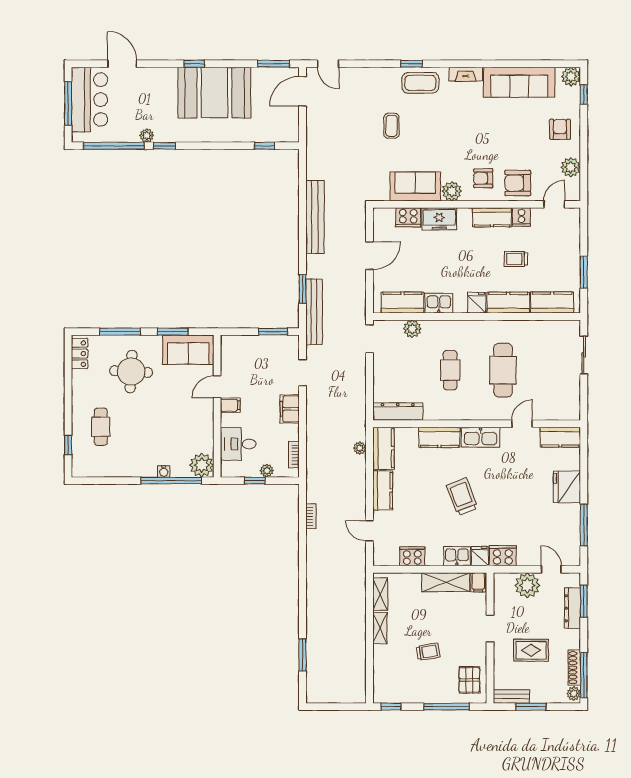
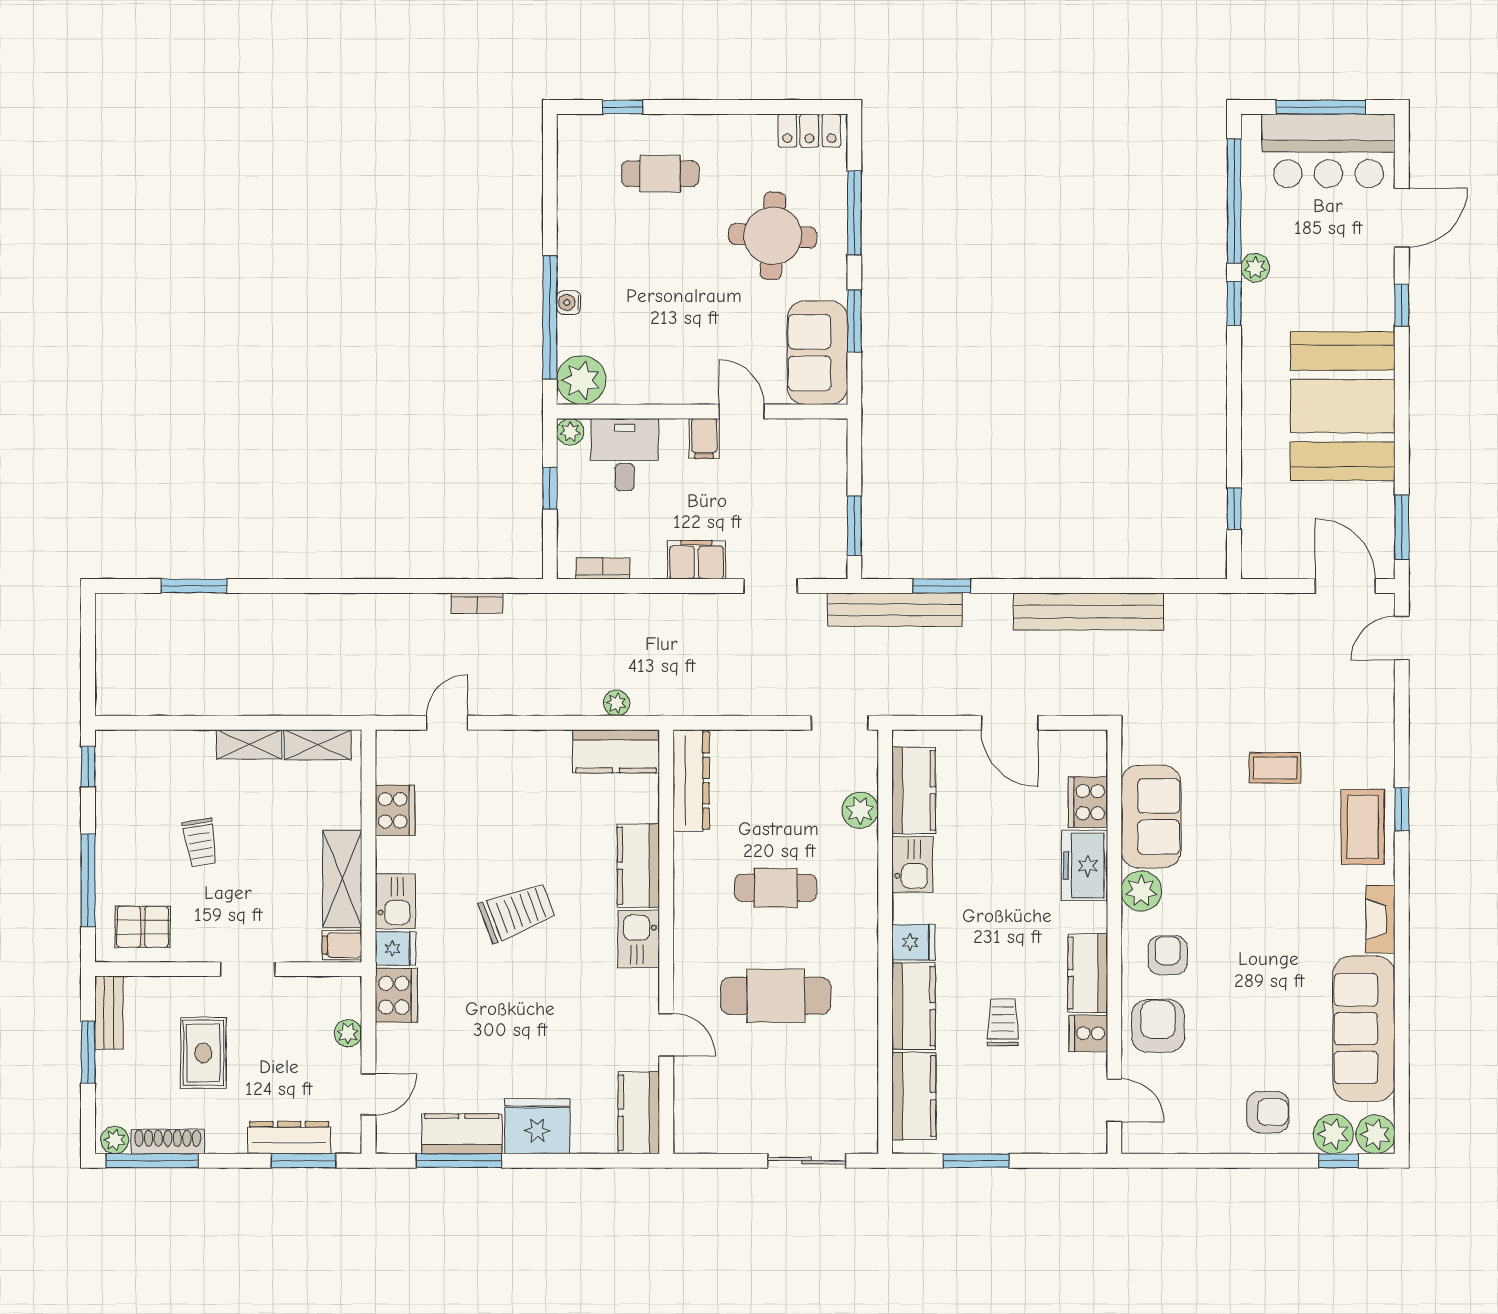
window: (194, 64) -> (1402, 305), moved
plant: (571, 167) -> (1333, 1134), moved
kitchen sink: (481, 437) -> (639, 939), width x0.73
plant: (267, 471) -> (570, 432), moved
kitchen counter: (383, 490) -> (462, 1134), moved, turned 180
plant: (527, 585) -> (348, 1033), width x0.53, depth x0.53

